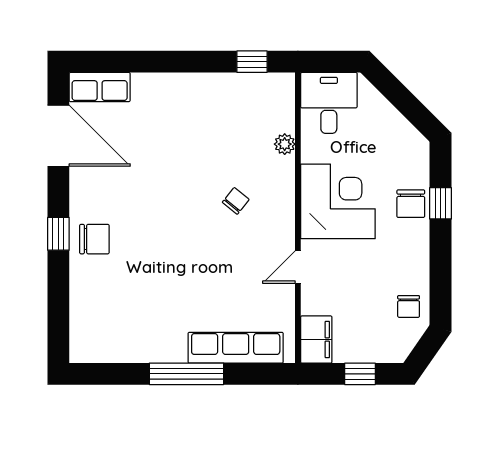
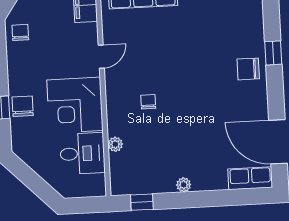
plant: (193, 83) -> (184, 185), added
desk: (329, 103) -> (82, 154), moved, turned -90
chair: (236, 201) -> (148, 102), turned 141
window: (58, 234) -> (273, 53), moved

